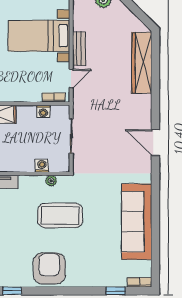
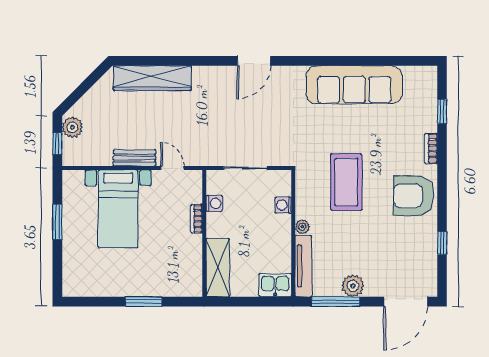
bookcase: (54, 98) -> (197, 219), moved
plant: (51, 181) -> (302, 227), moved
bookcase: (140, 282) -> (431, 148), moved

